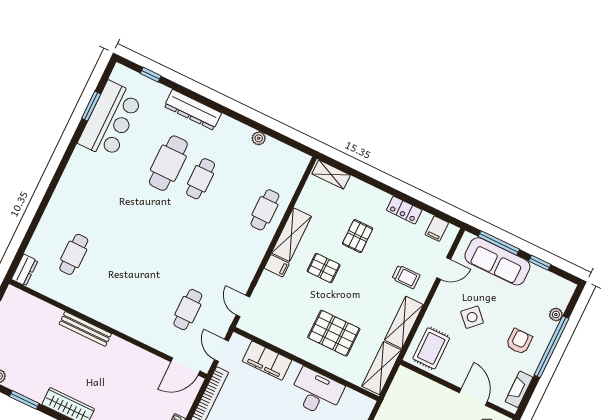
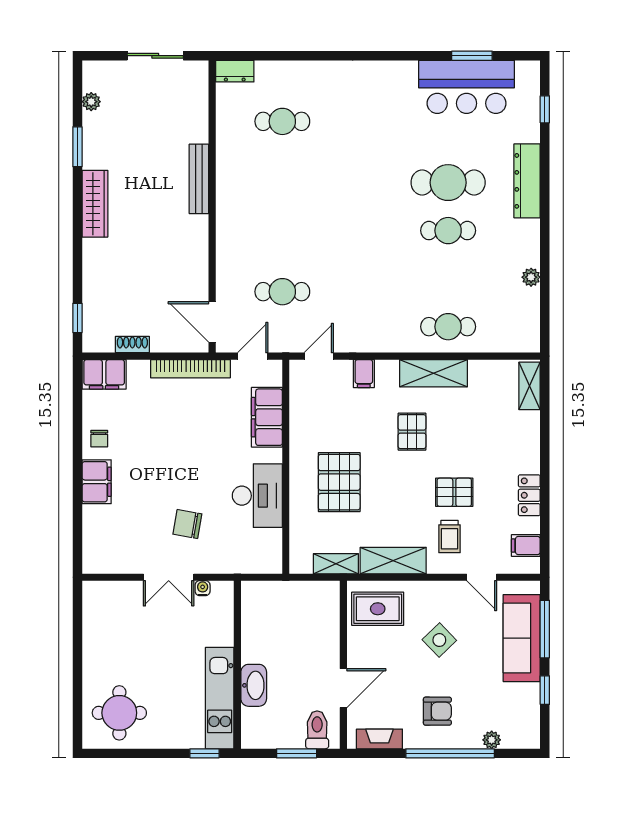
pallet: (358, 236) -> (454, 492), moved
filing cabinet: (277, 266) -> (364, 374), moved
shelving: (382, 368) -> (336, 564), width x0.67, depth x0.75

